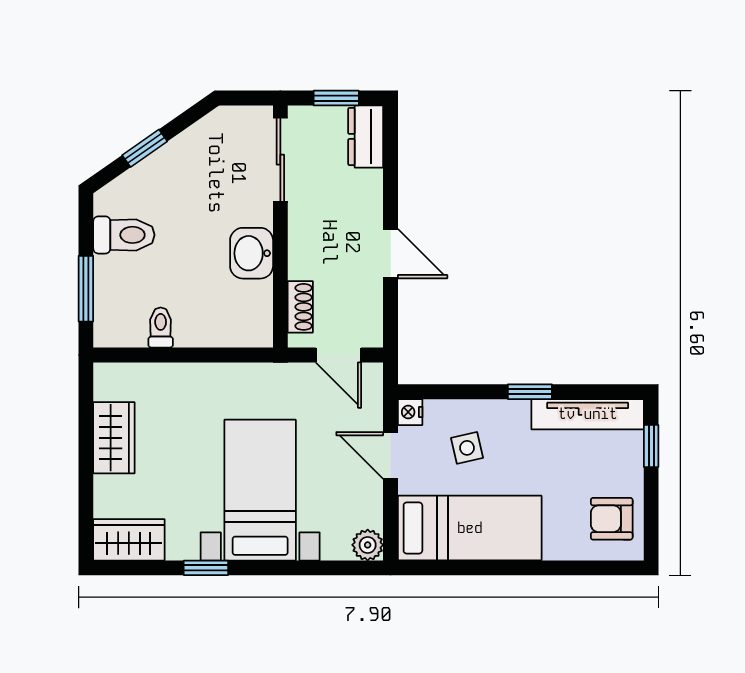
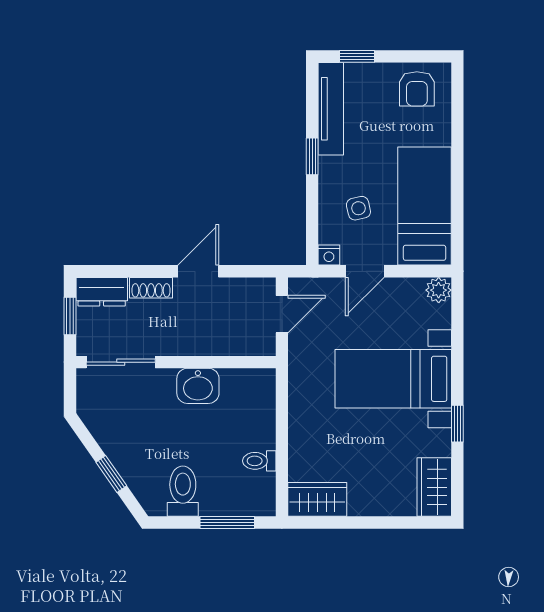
shoe rack: (300, 307) -> (151, 288), moved, turned 180
wardrobe: (114, 438) -> (317, 499), moved

